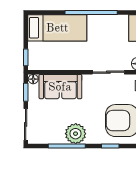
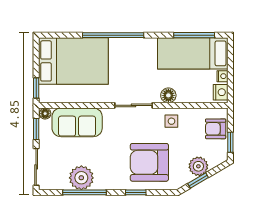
bed: (57, 28) -> (73, 61), width x1.50
plant: (76, 134) -> (81, 178), moved

